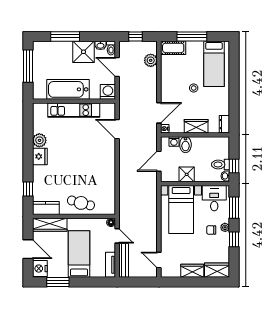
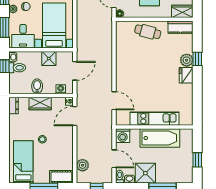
window: (28, 66) -> (197, 160), width x0.46
plant: (39, 140) -> (187, 60), moved
bidet: (185, 145) -> (37, 86), moved
window: (28, 189) -> (197, 59), moved
wardrobe: (50, 225) -> (182, 11), width x0.67

